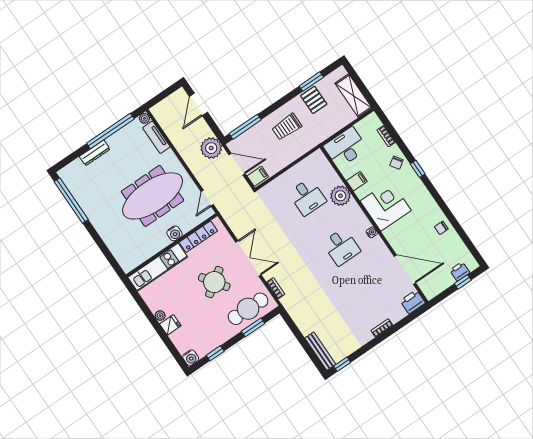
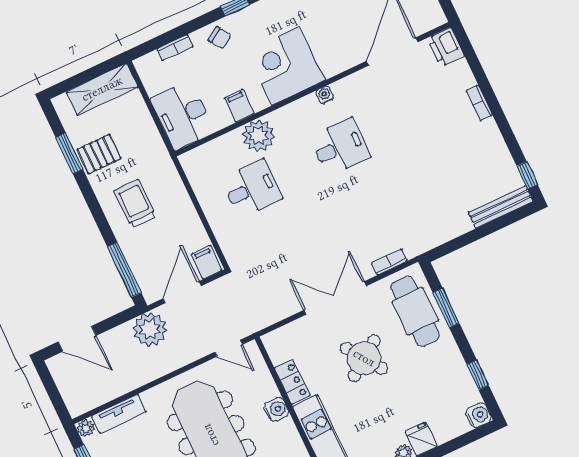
trolley: (287, 127) -> (135, 204), turned 180
locker: (198, 237) -> (292, 382), width x0.66

